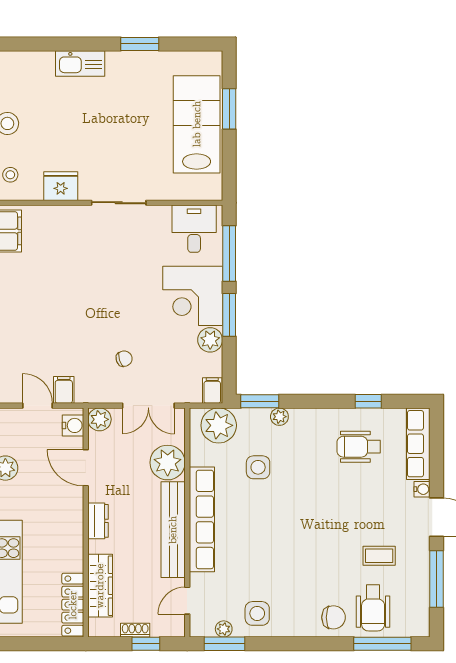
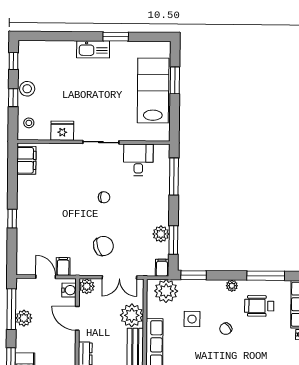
kitchen sink: (80, 63) -> (93, 49), moved
desk: (194, 229) -> (138, 160), moved
chair: (124, 286) -> (104, 197), added
corner desk: (193, 296) -> (149, 205), removed
window: (229, 315) -> (173, 240), moved
chair: (124, 359) -> (103, 246), width x1.87, depth x1.87
window: (368, 401) -> (266, 276), width x2.17
plant: (279, 417) -> (232, 286), moved
chair: (309, 481) -> (226, 329), added

